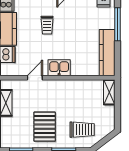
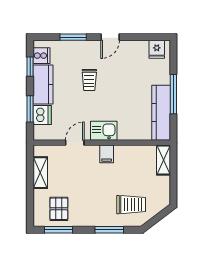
window: (118, 24) -> (173, 94), moved
filing cabinet: (62, 87) -> (107, 154), added
pallet: (45, 127) -> (59, 209), moved, width x0.67, depth x0.71

